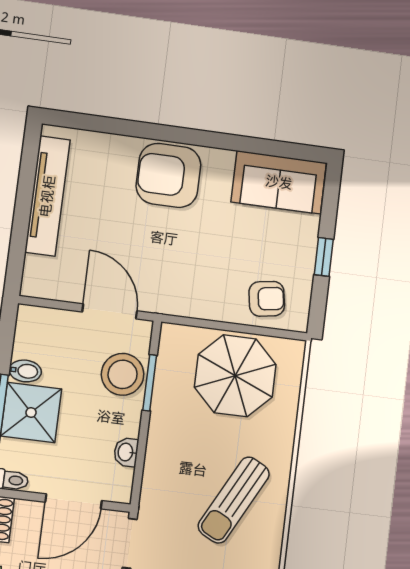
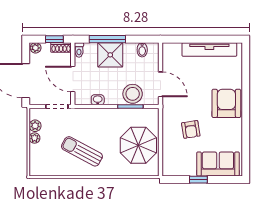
sofa: (279, 182) -> (218, 164), moved, turned 90
armchair: (267, 299) -> (191, 129), moved
door: (110, 311) -> (160, 84), hinge flipped
bidet: (25, 371) -> (142, 50), moved

